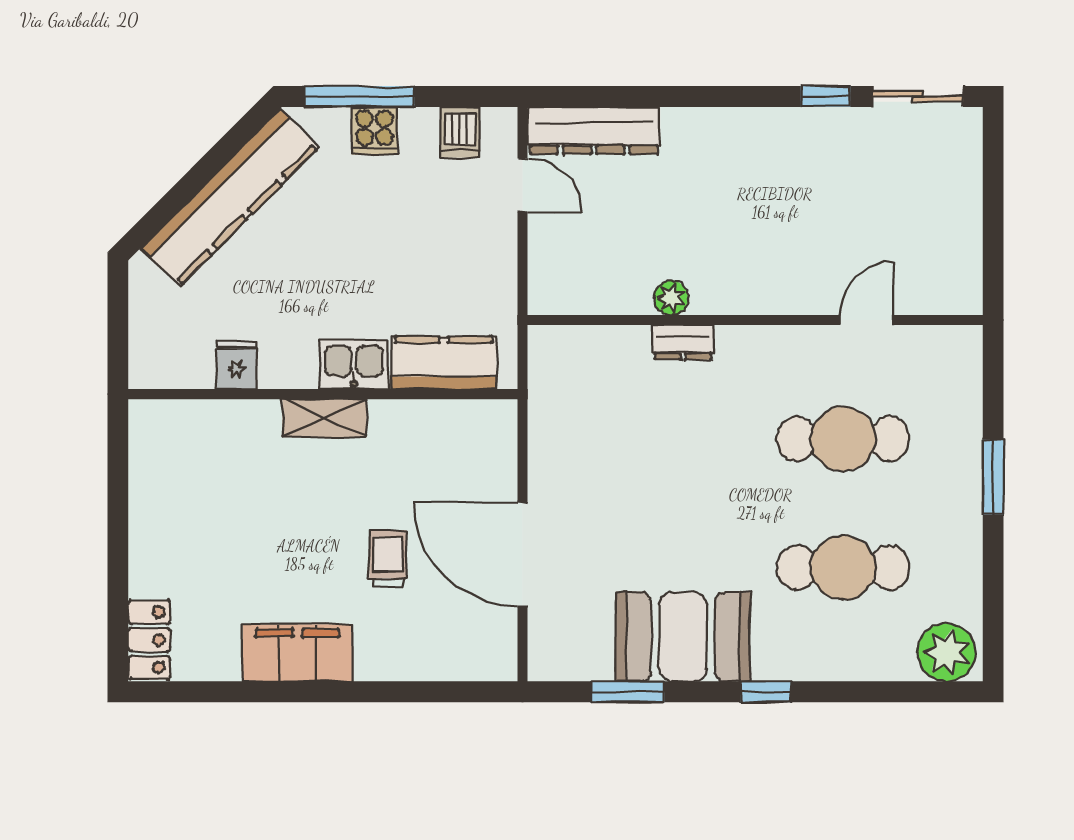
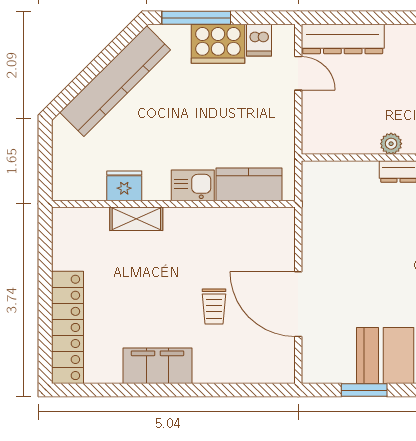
cooker: (375, 131) -> (218, 44), width x1.87, depth x1.31
fridge: (237, 365) -> (124, 186), width x1.38
shelving: (325, 418) -> (136, 219), moved
trolley: (388, 558) -> (214, 307), turned 180
locker: (149, 640) -> (67, 327), width x2.16, depth x1.21

